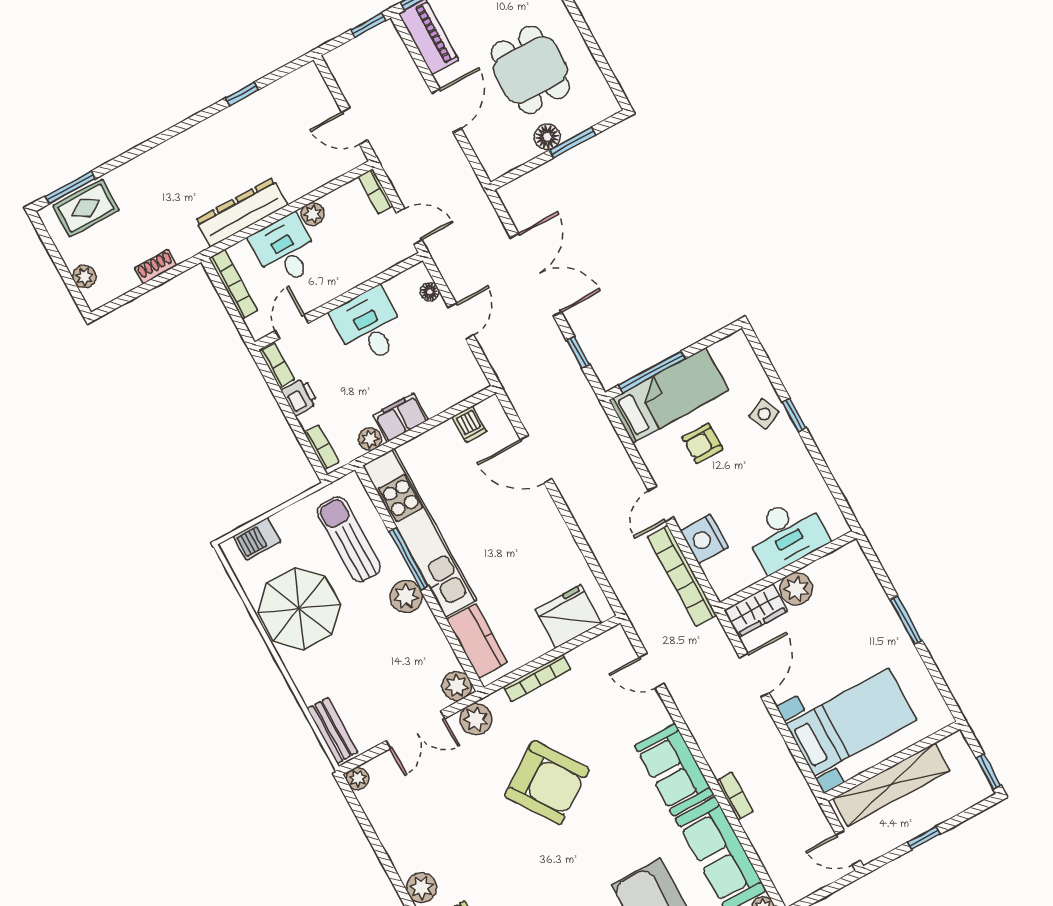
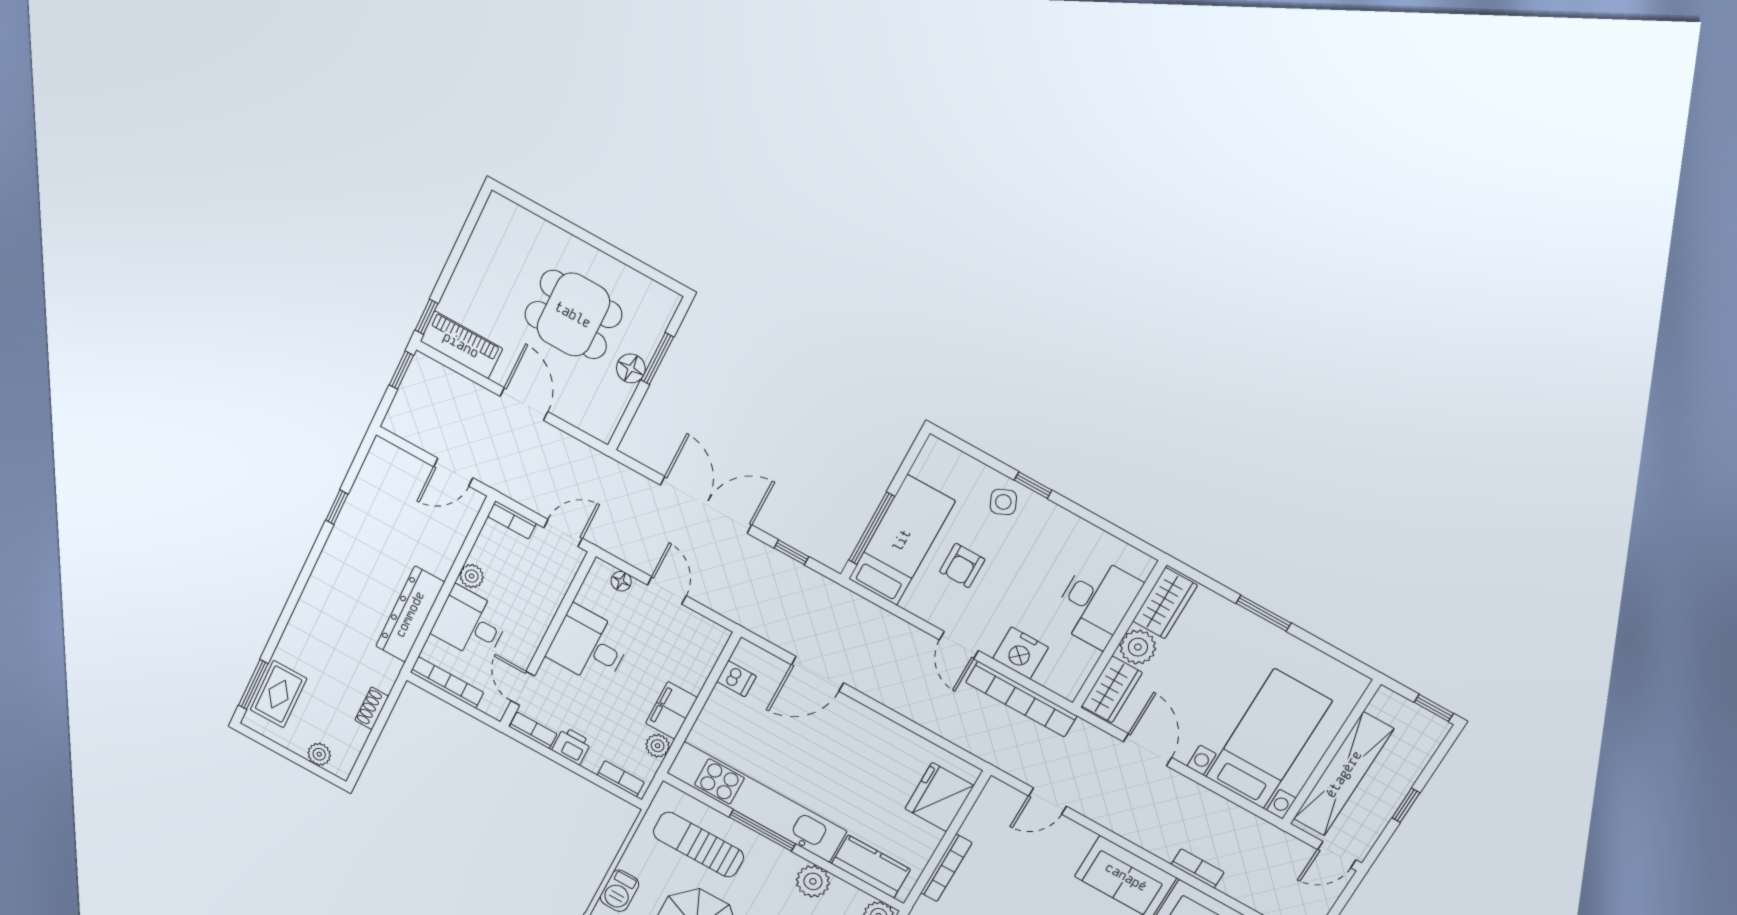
wardrobe: (837, 567) -> (1165, 603), added
plant: (406, 596) -> (813, 881), moved

